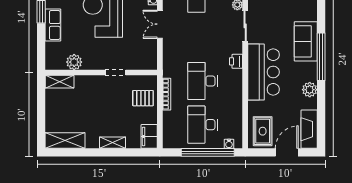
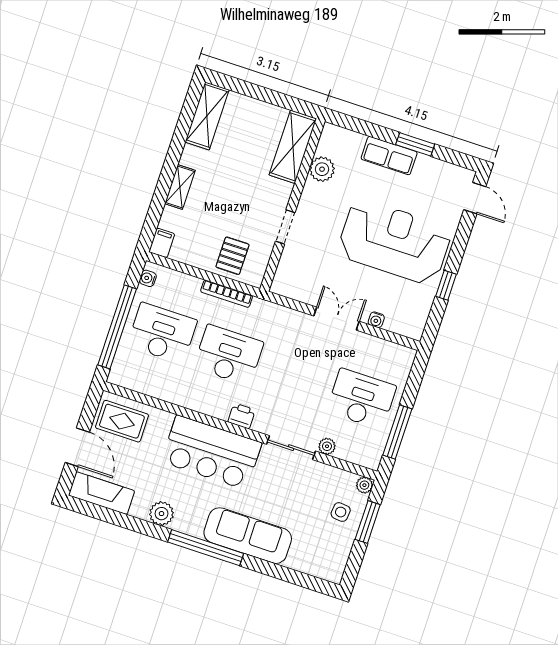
sofa: (306, 41) -> (248, 536), width x1.36
shelving: (60, 82) -> (293, 147), width x1.50, depth x1.33
filing cabinet: (149, 136) -> (162, 243), width x0.50
water cooler: (229, 144) -> (148, 278), moved

